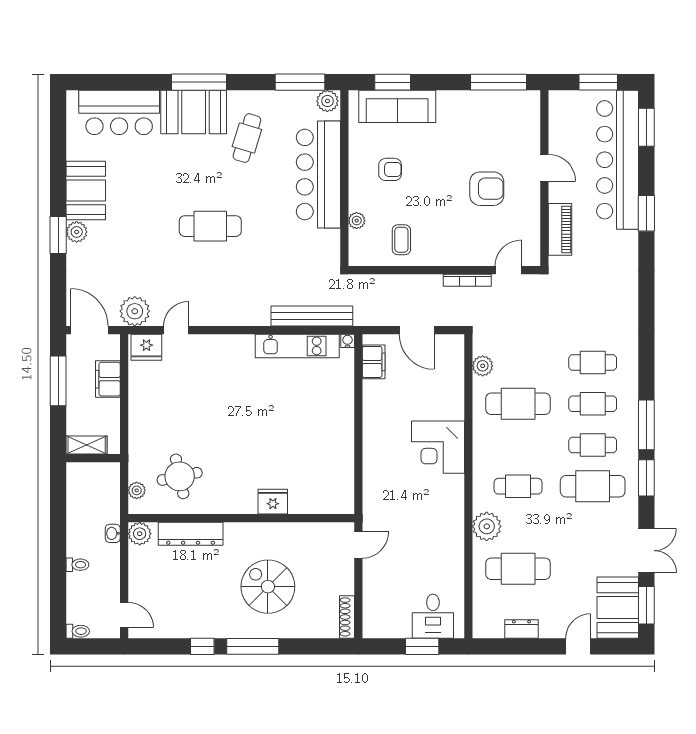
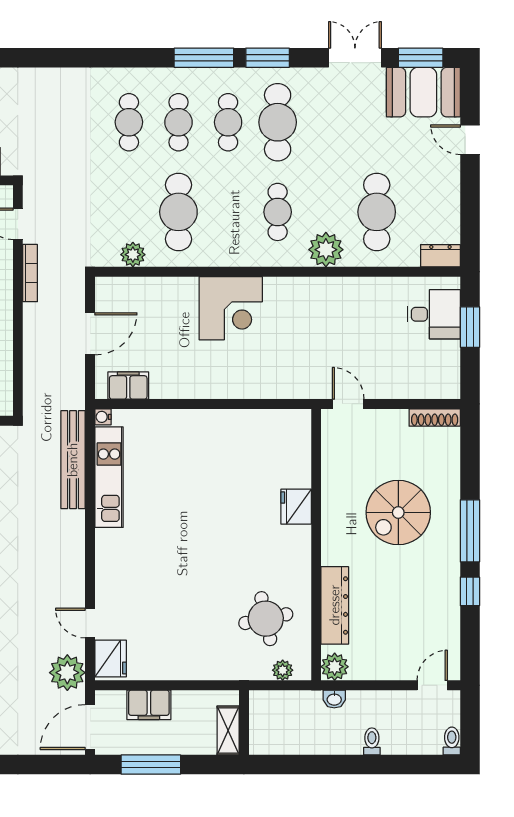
dresser: (521, 629) -> (440, 256), moved, turned 90

